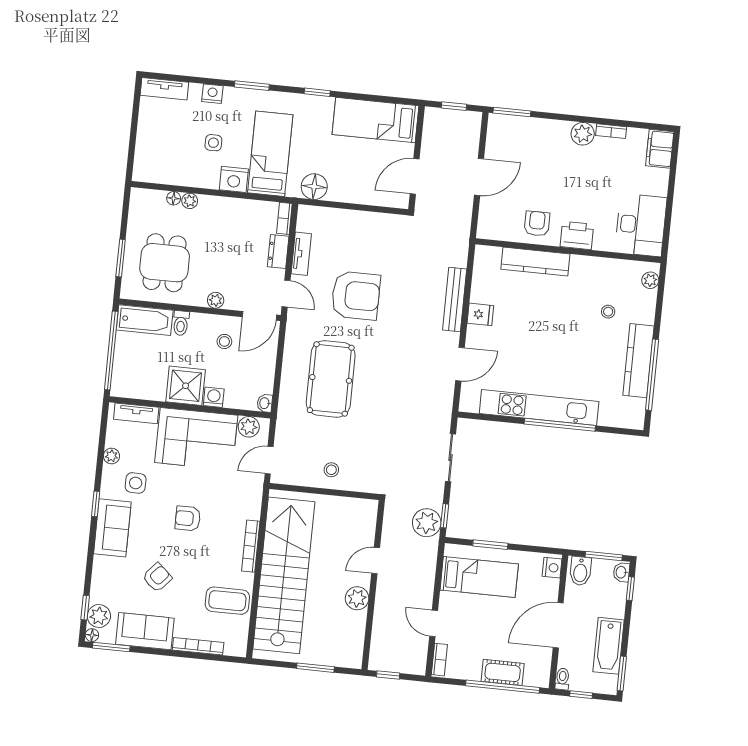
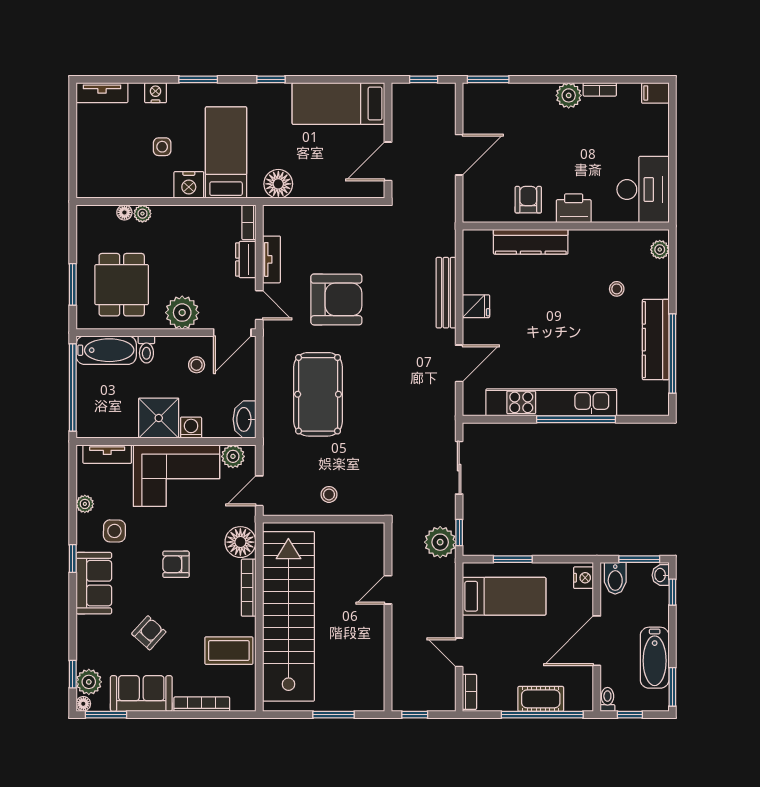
filing cabinet: (660, 149) -> (655, 93), width x0.50
plant: (216, 300) -> (182, 313), width x1.88, depth x1.88
washbasin: (265, 403) -> (245, 419), width x1.91, depth x1.45
floor lamp: (248, 504) -> (240, 542), added
plant: (357, 598) -> (372, 633), removed

